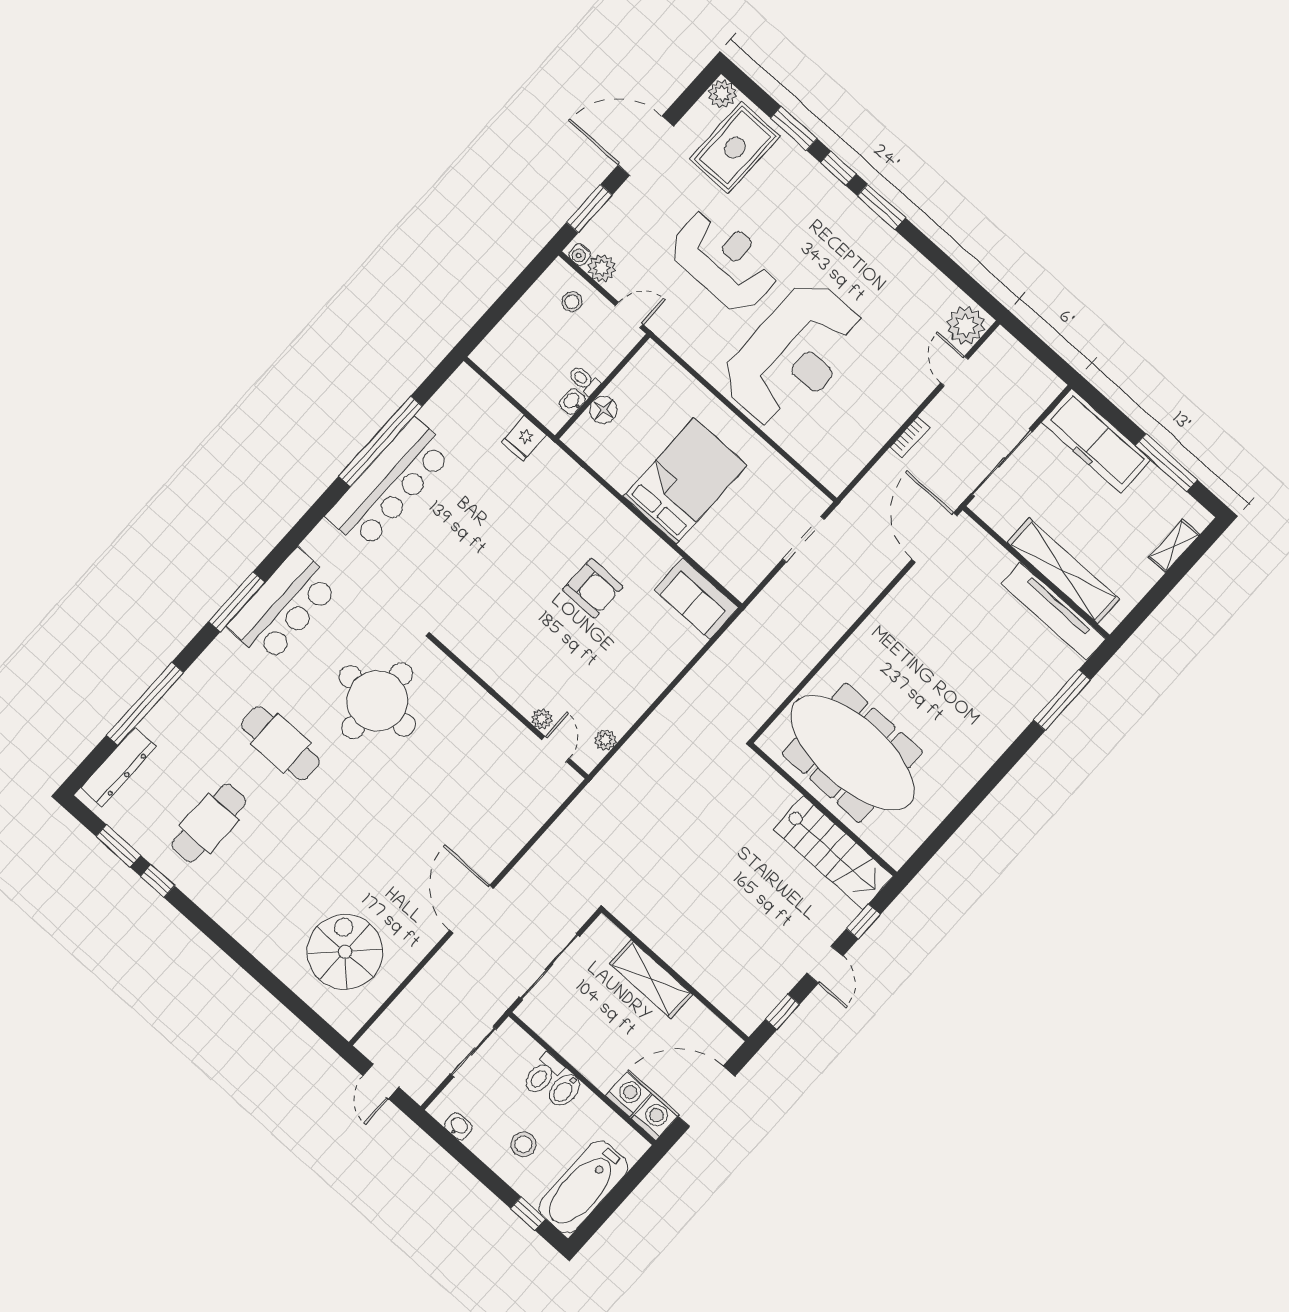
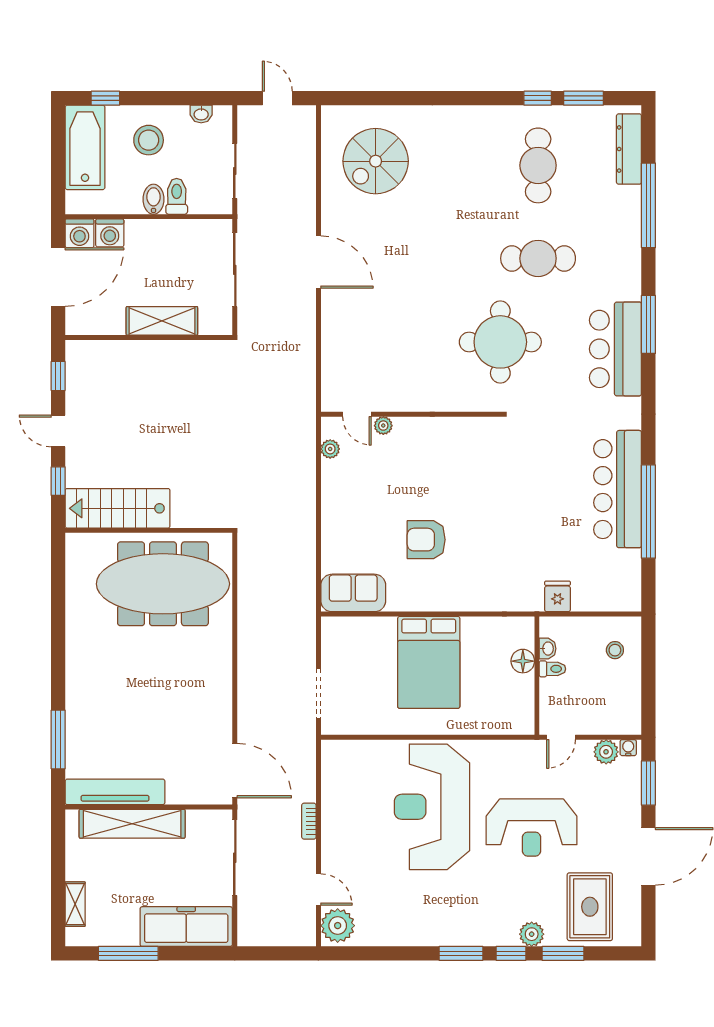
plant: (722, 94) -> (532, 934), moved
stool: (572, 302) -> (615, 650), moved
spiral stairs: (345, 952) -> (376, 161), turned 90
stool: (523, 1144) -> (149, 140), width x1.38, depth x1.38

